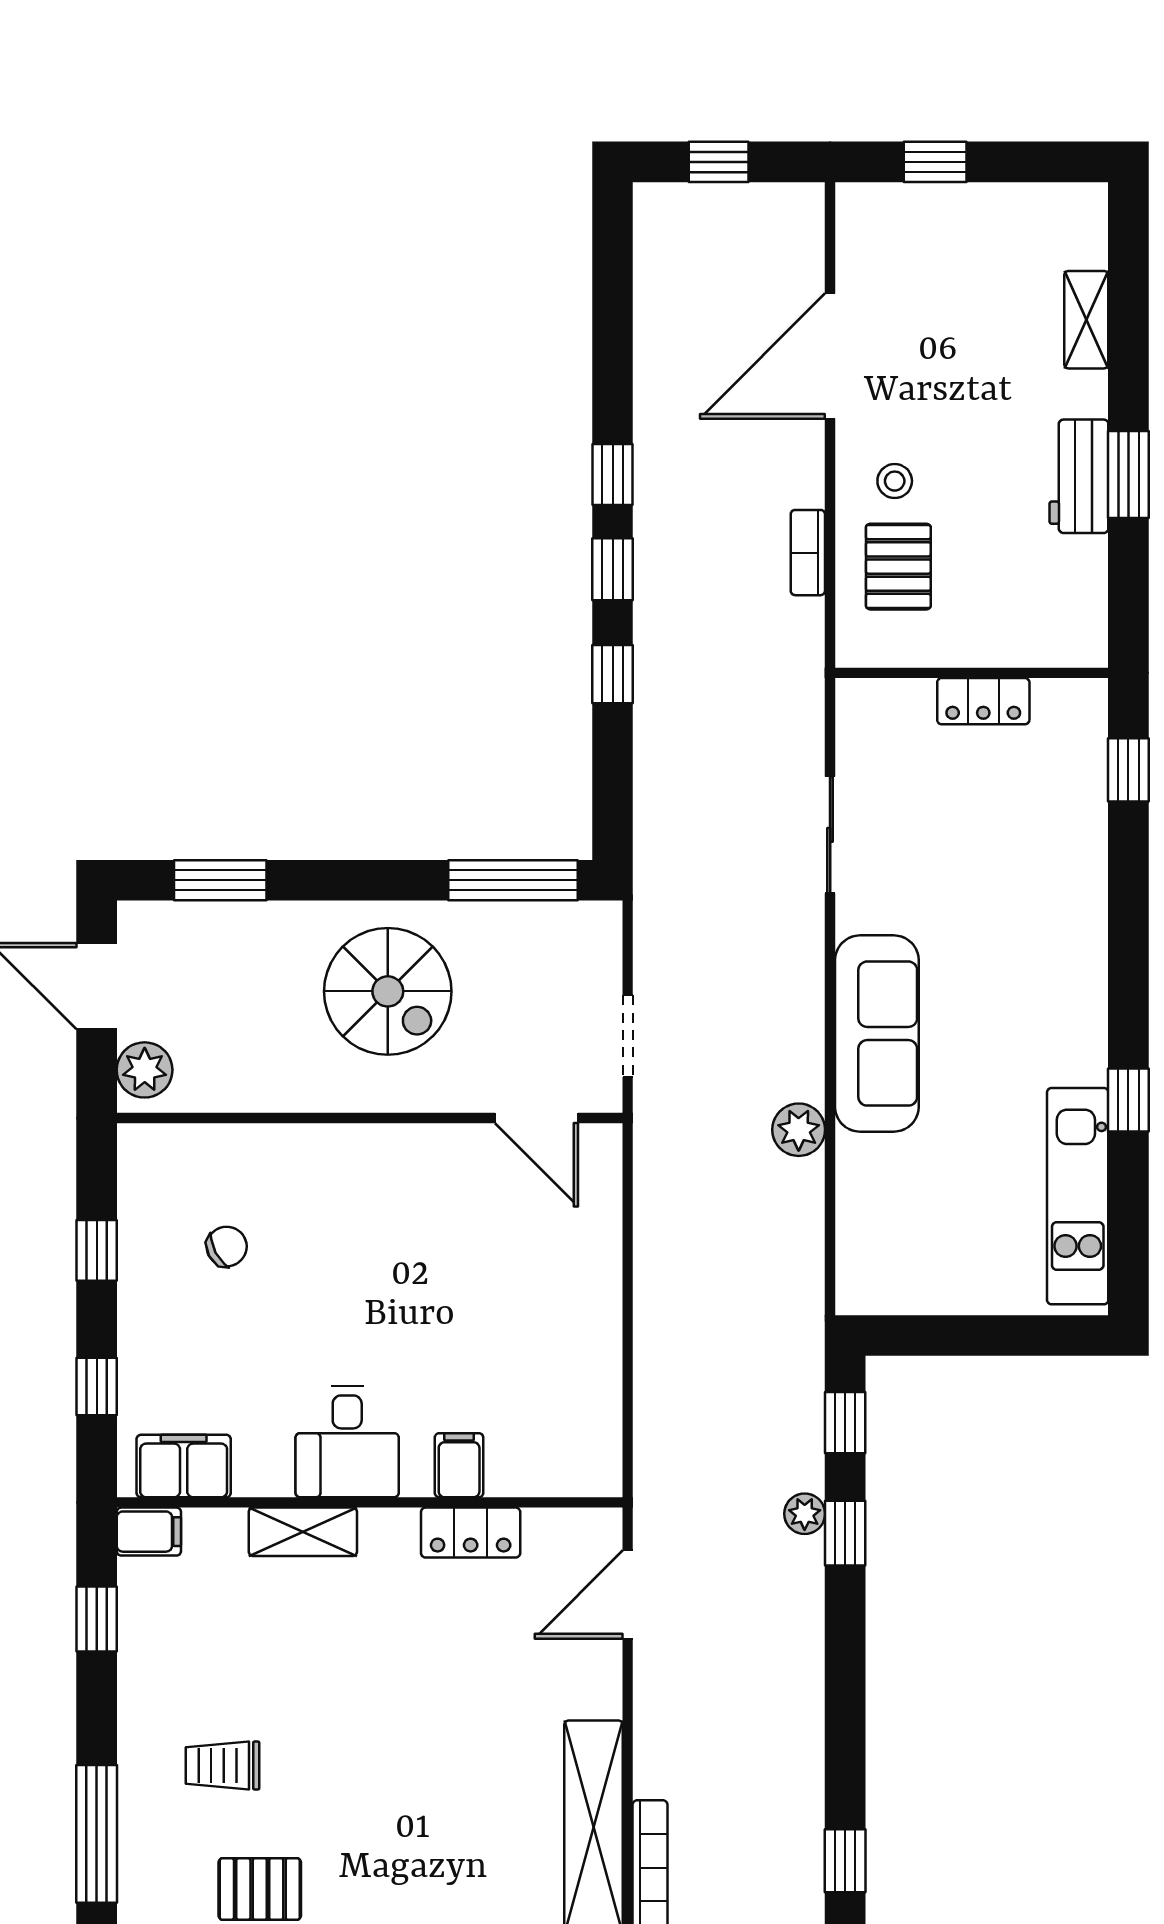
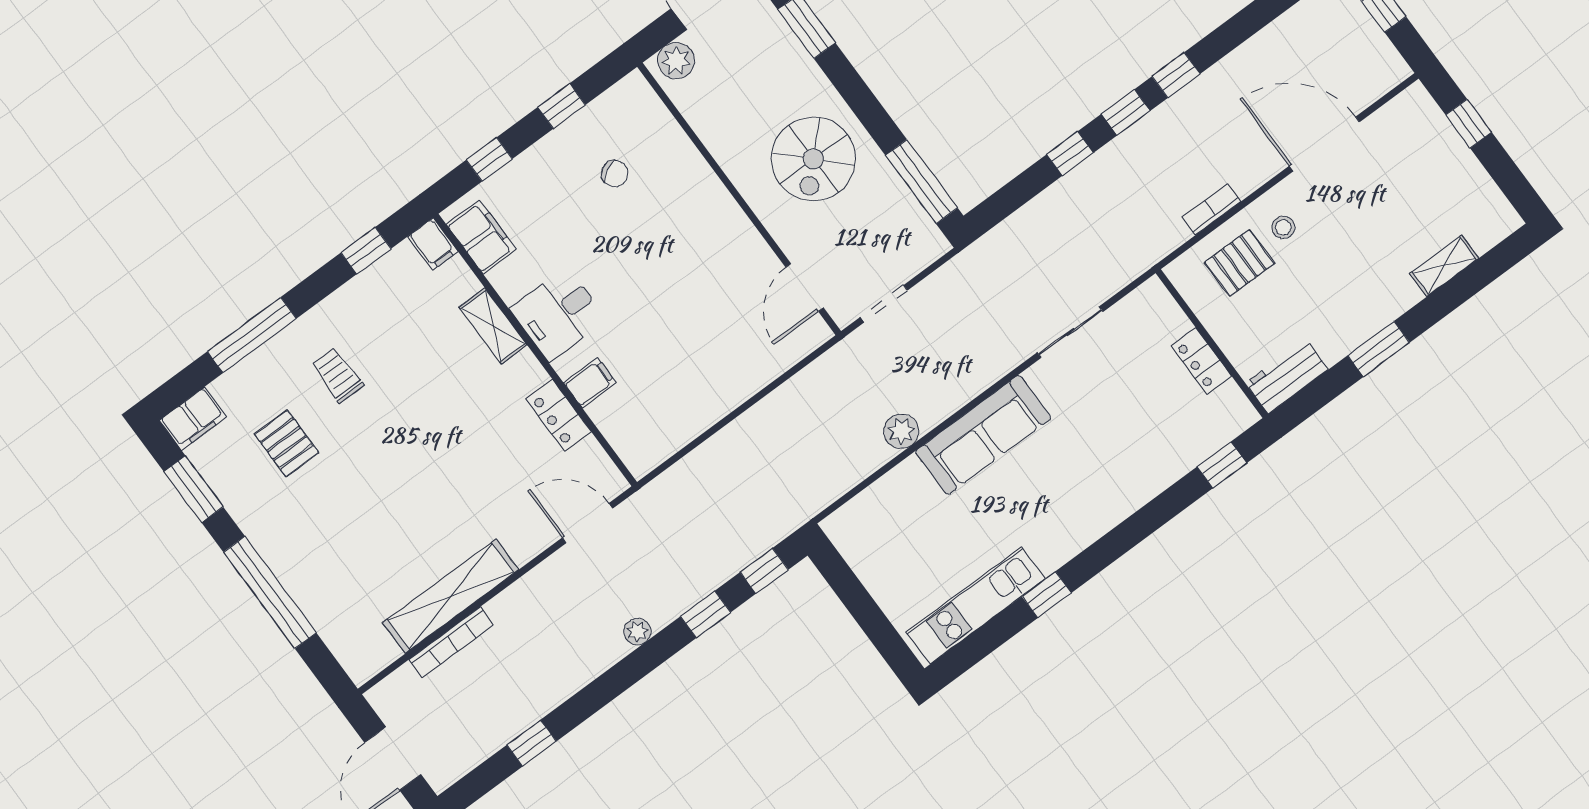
workbench: (1079, 476) -> (1287, 376), moved
plant: (805, 1514) -> (637, 632), moved

